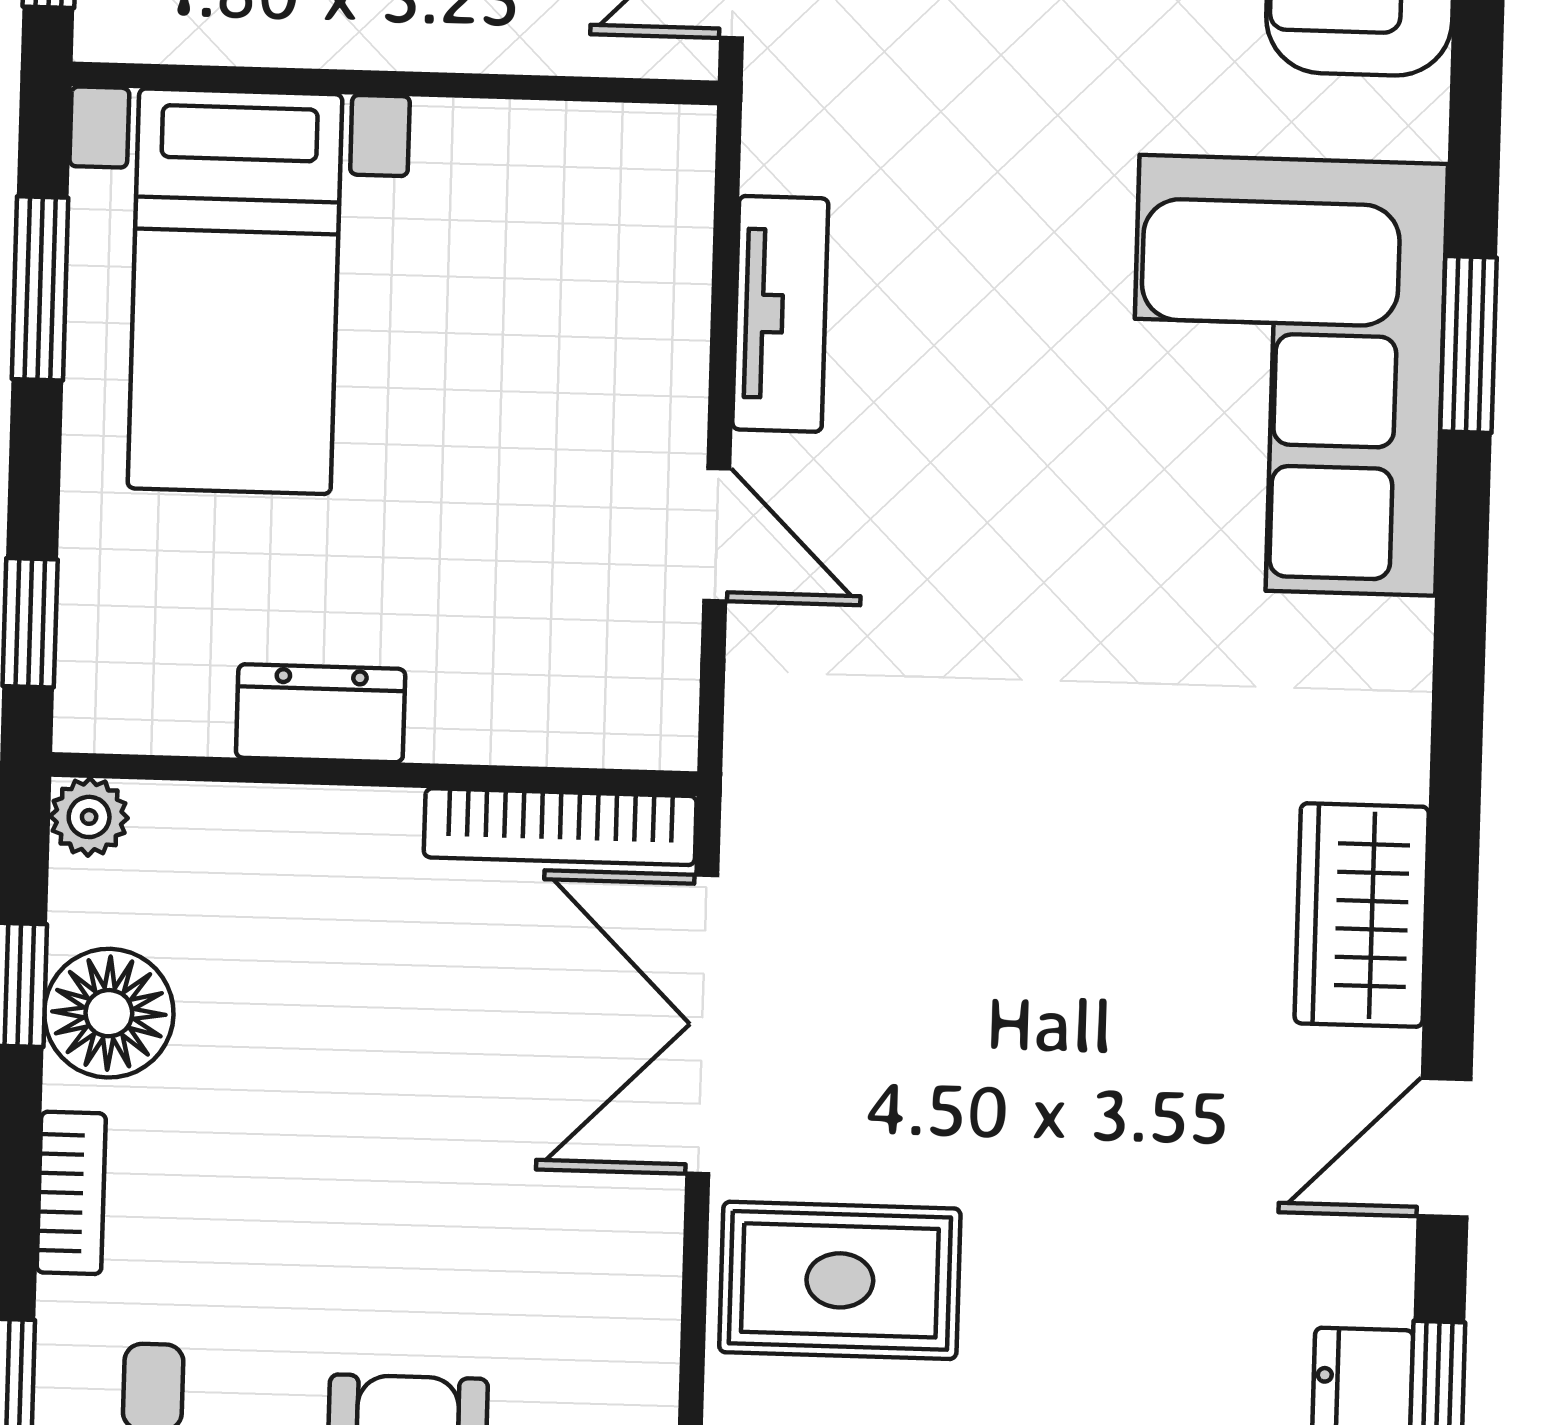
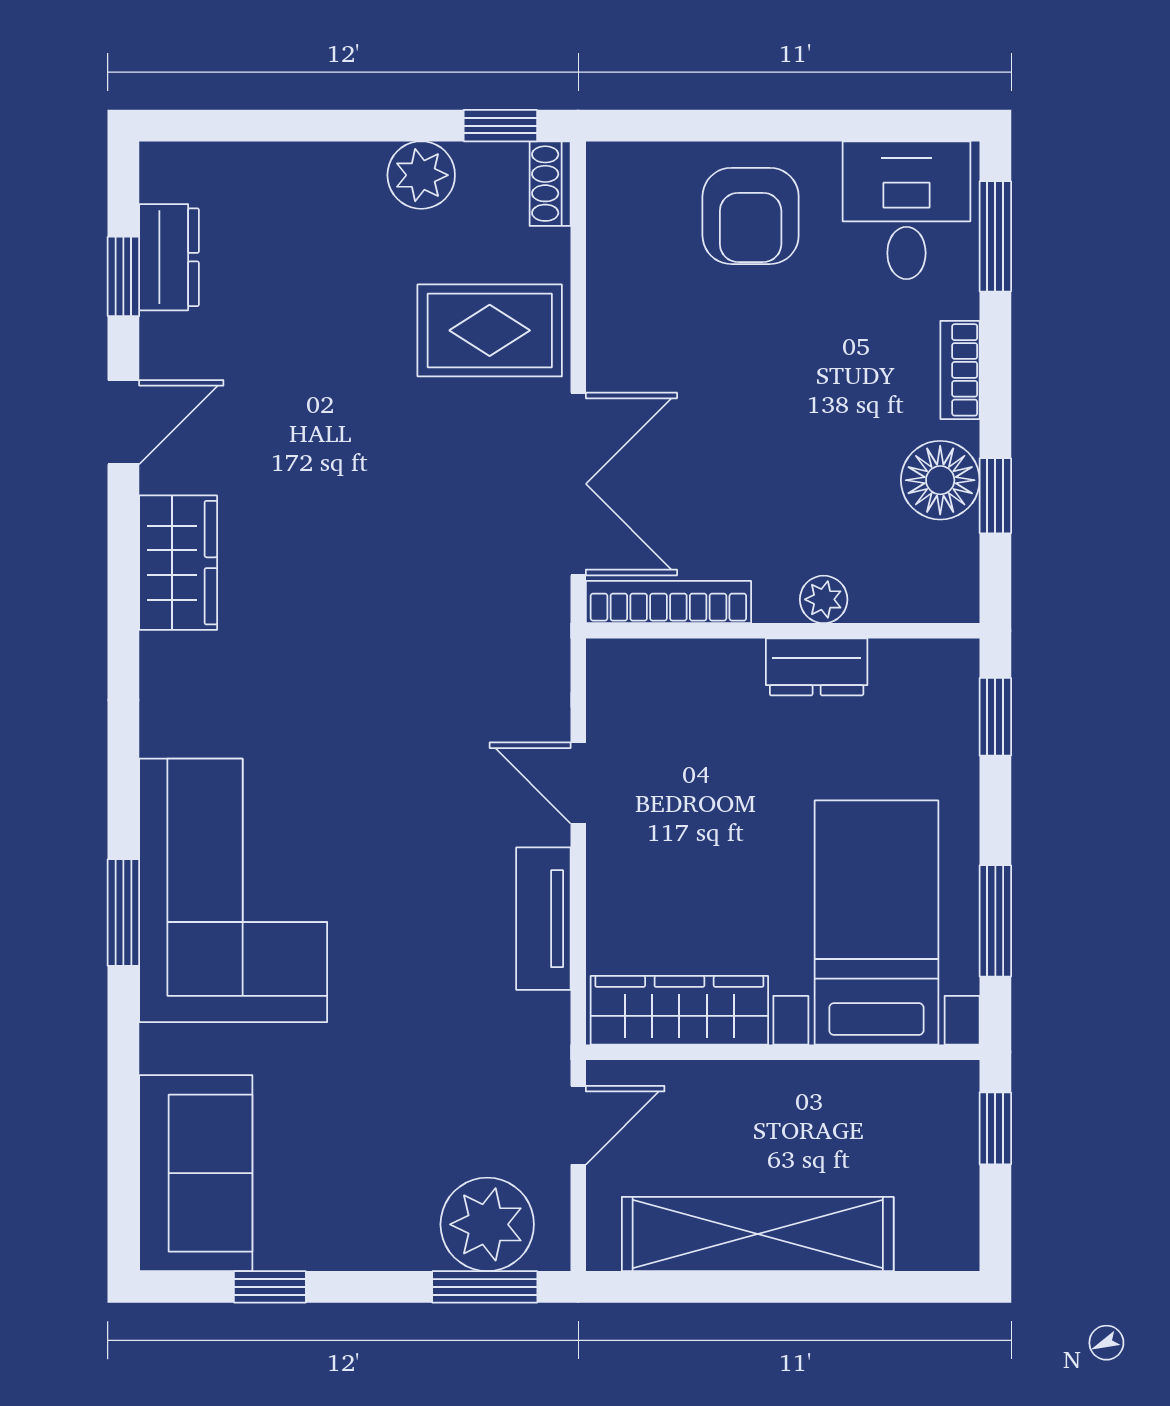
wardrobe: (562, 157) -> (679, 1010), added
plant: (89, 817) -> (824, 599), moved

